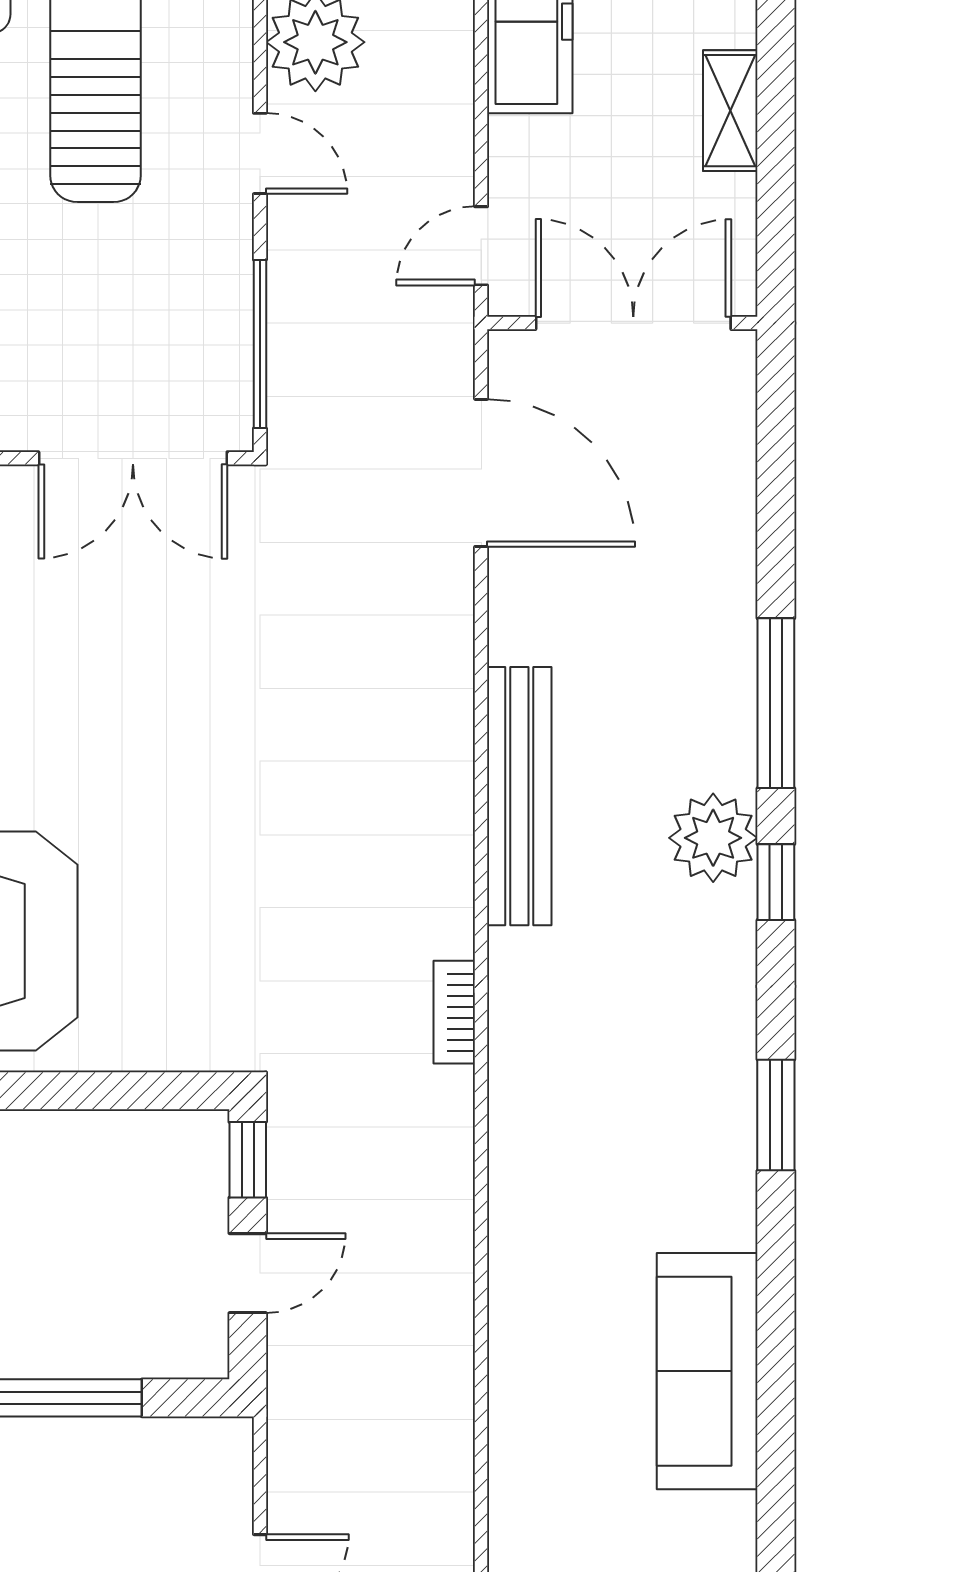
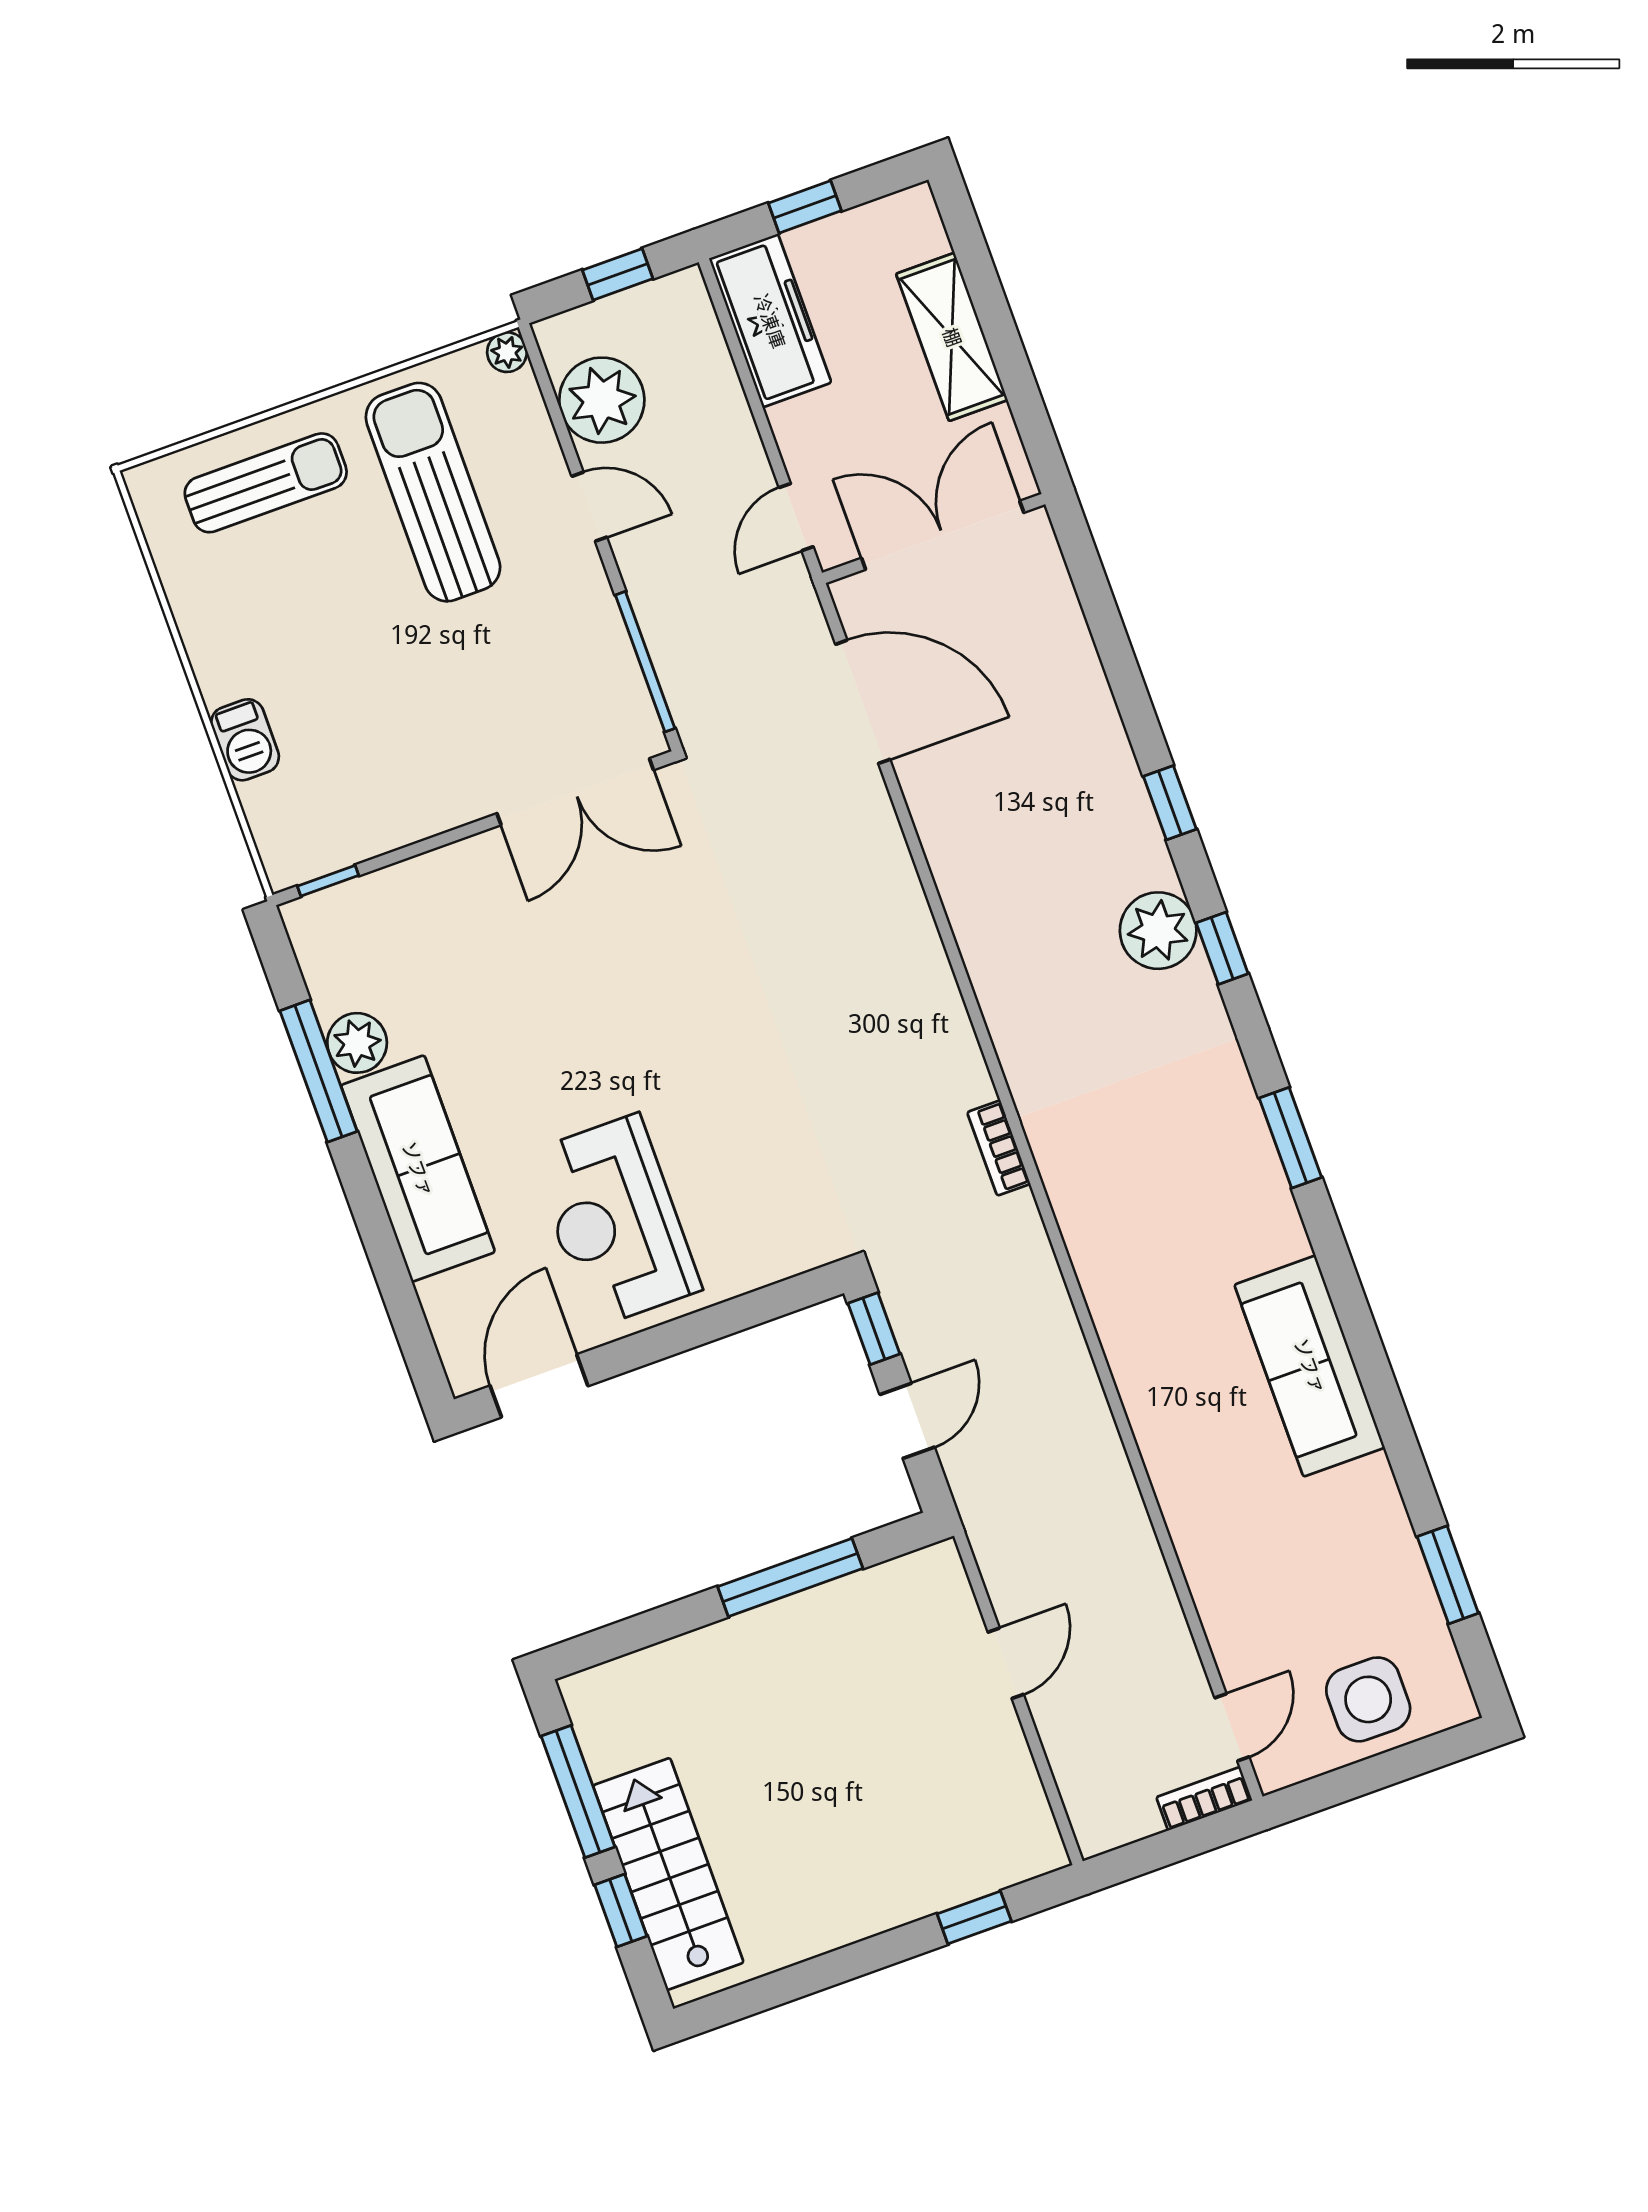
shelving: (730, 111) -> (952, 337), width x1.50, depth x1.33
window: (776, 703) -> (1170, 803), width x0.46
bench: (519, 796) -> (988, 953), removed

